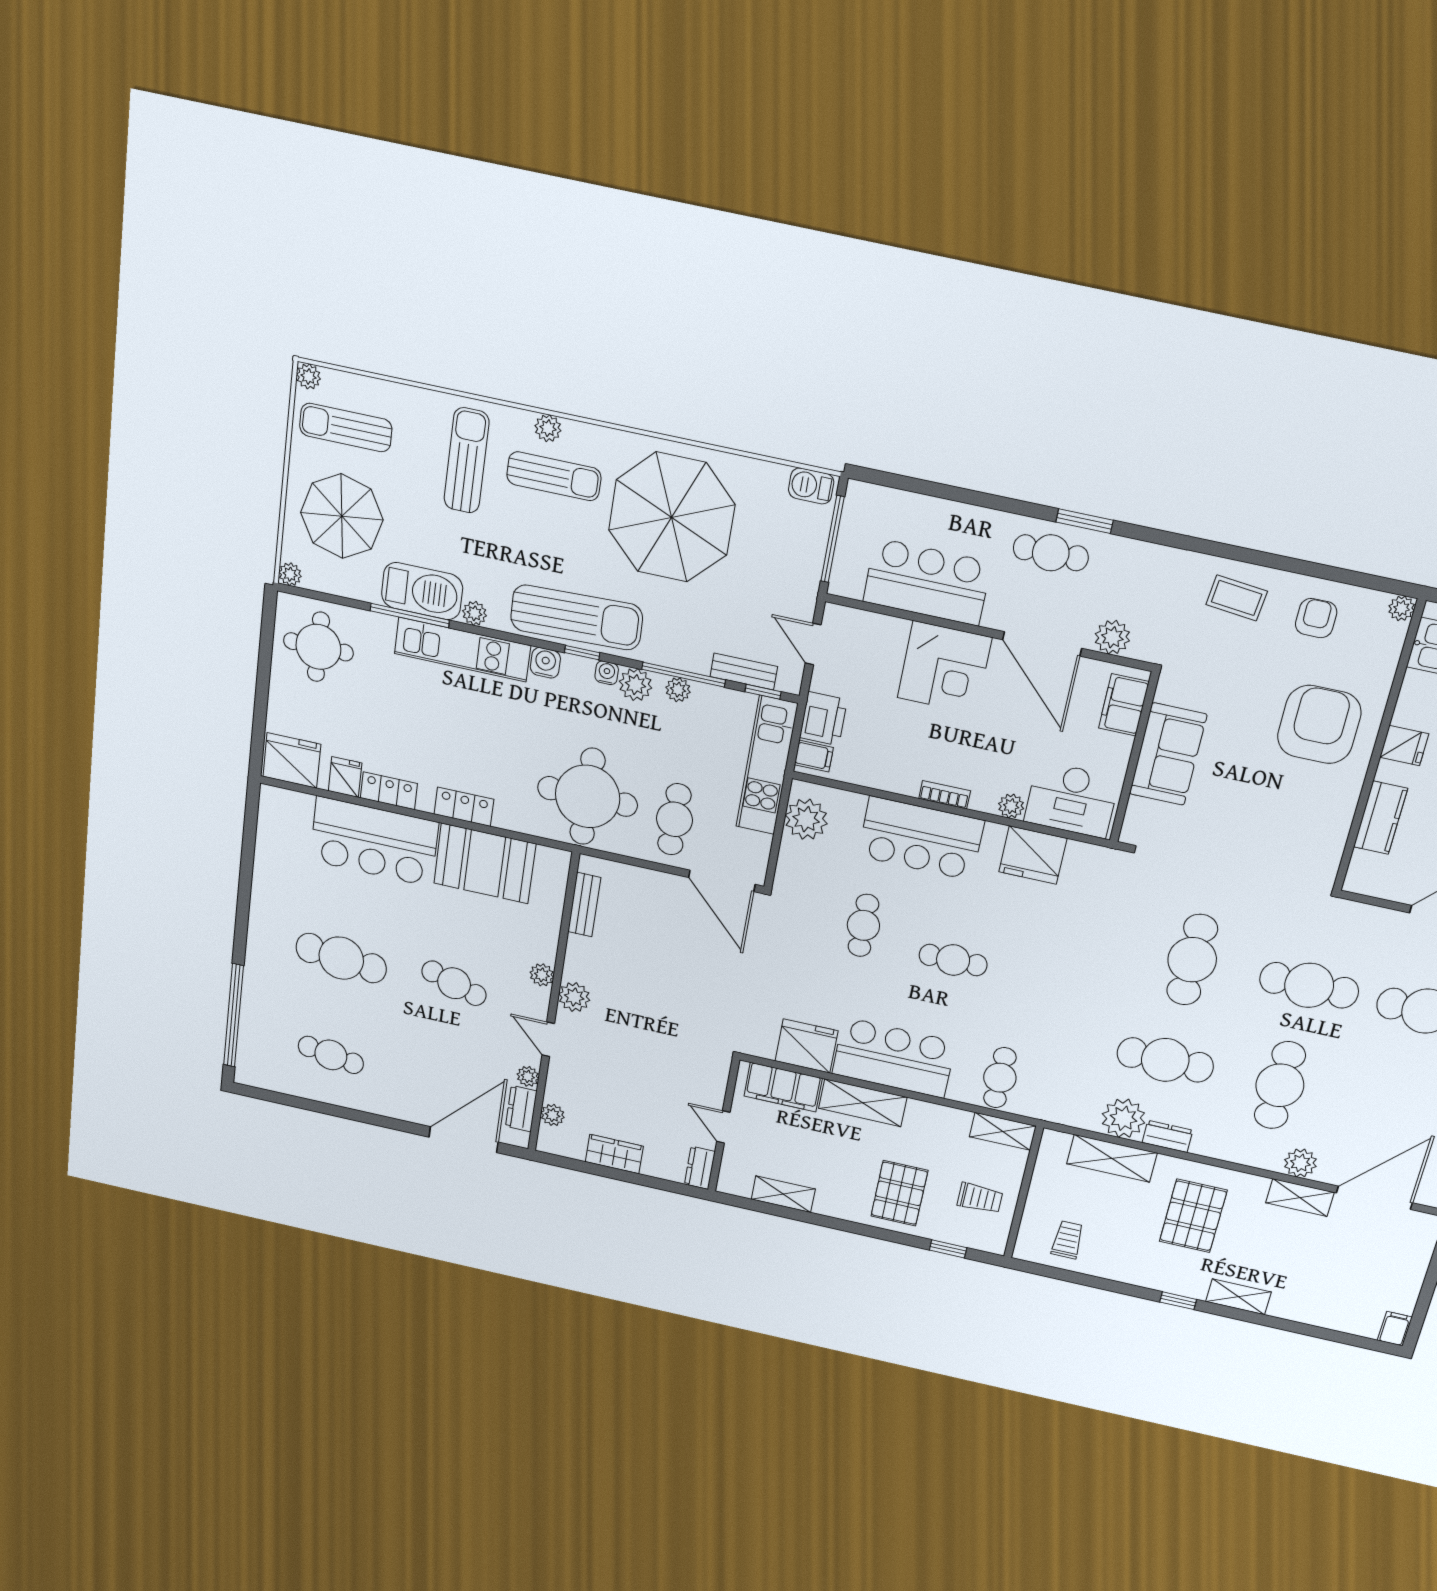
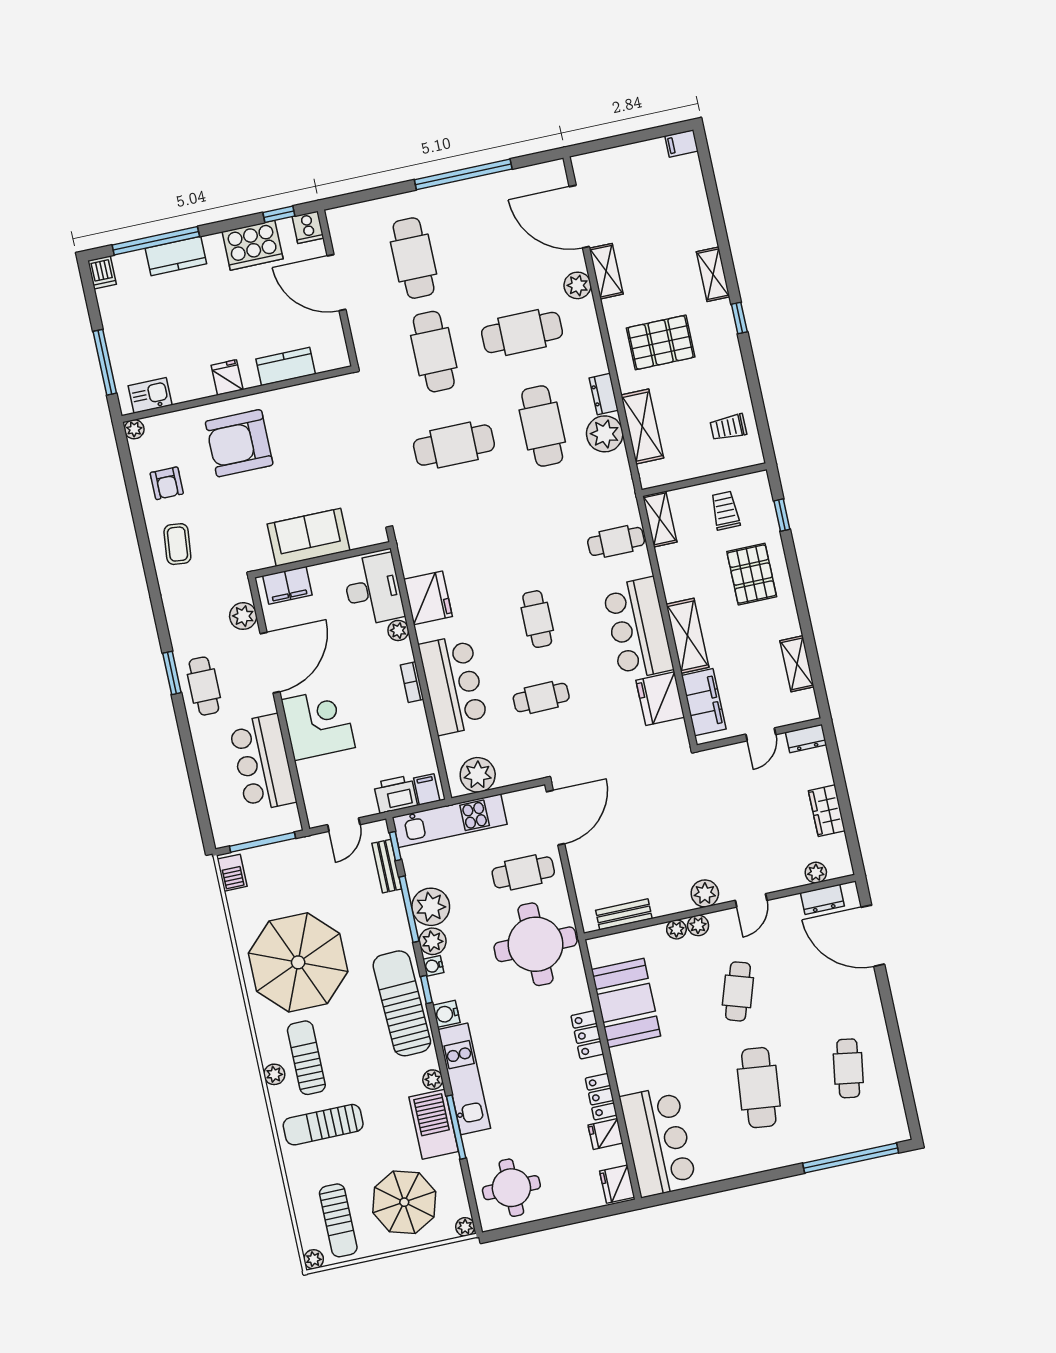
armchair: (1316, 618) -> (167, 483), turned -90
plant: (678, 690) -> (431, 907), width x1.87, depth x1.87
fridge: (292, 760) -> (617, 1184), width x0.73, depth x0.75
bar counter: (374, 842) -> (658, 1141), moved
plant: (528, 1076) -> (676, 929), moved
pallet: (899, 1193) -> (752, 574), turned 90

